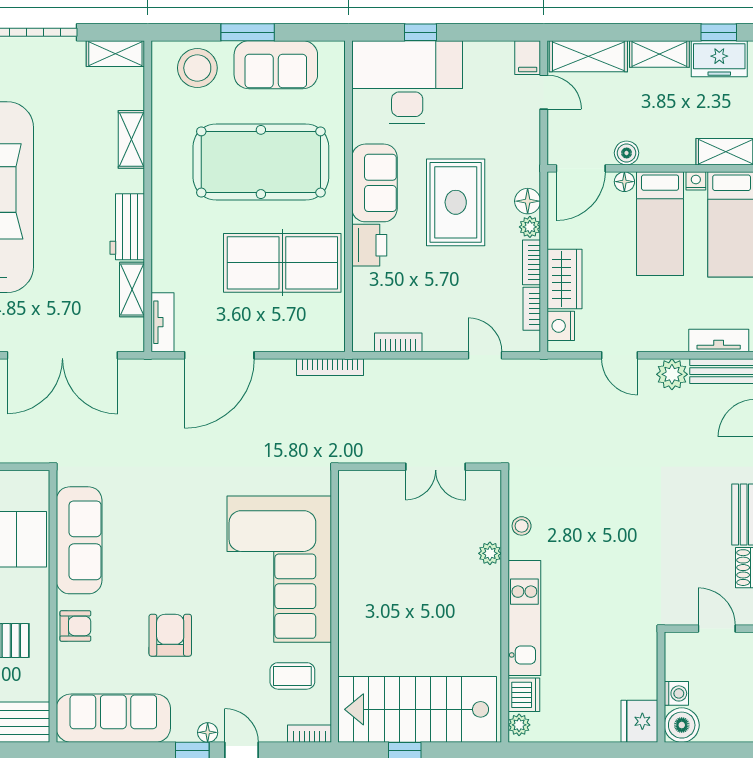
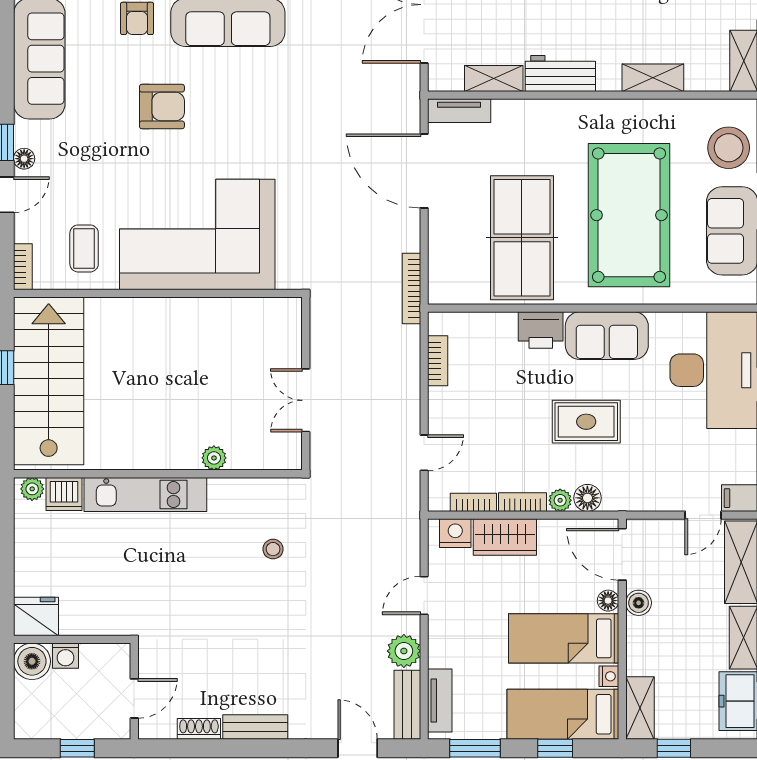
rug: (456, 202) -> (586, 422), width x0.73, depth x0.70
stool: (522, 526) -> (273, 549), moved
armchair: (170, 635) -> (162, 107), moved

